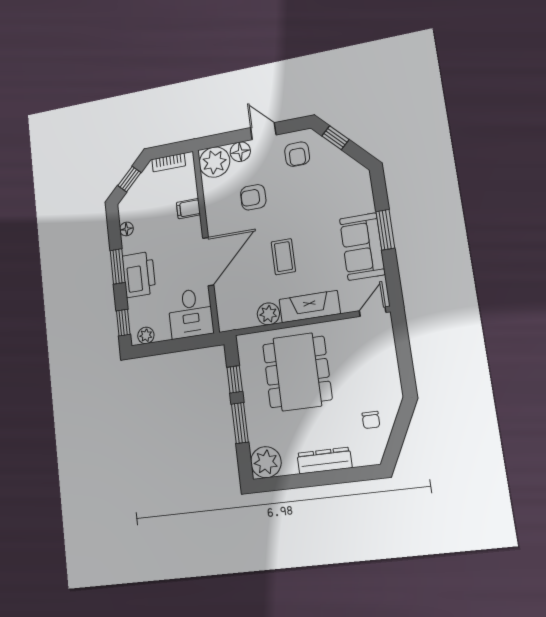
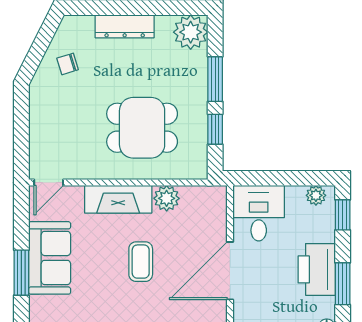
dining table: (297, 372) -> (142, 128), width x0.73
chair: (371, 420) -> (68, 64), turned -107

